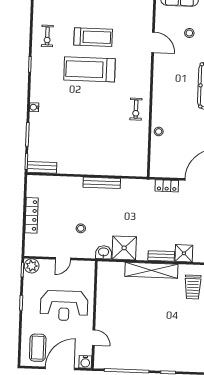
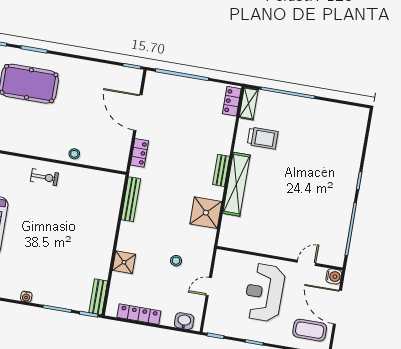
bench: (102, 183) -> (131, 199), moved
locker: (32, 215) -> (139, 314), moved
washbasin: (104, 252) -> (184, 321), moved, turned 90
shower: (184, 253) -> (124, 262), moved
door: (63, 259) -> (209, 286), swing flipped
plant: (32, 266) -> (212, 324), removed
reception desk: (64, 306) -> (264, 292), turned 180

